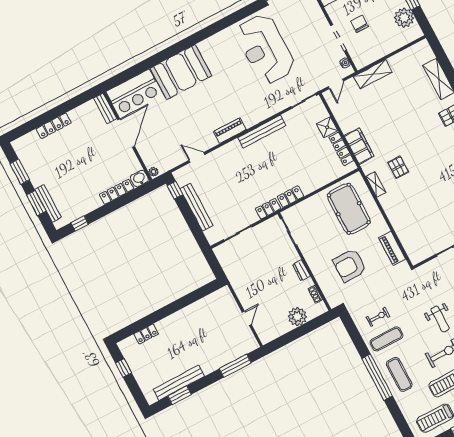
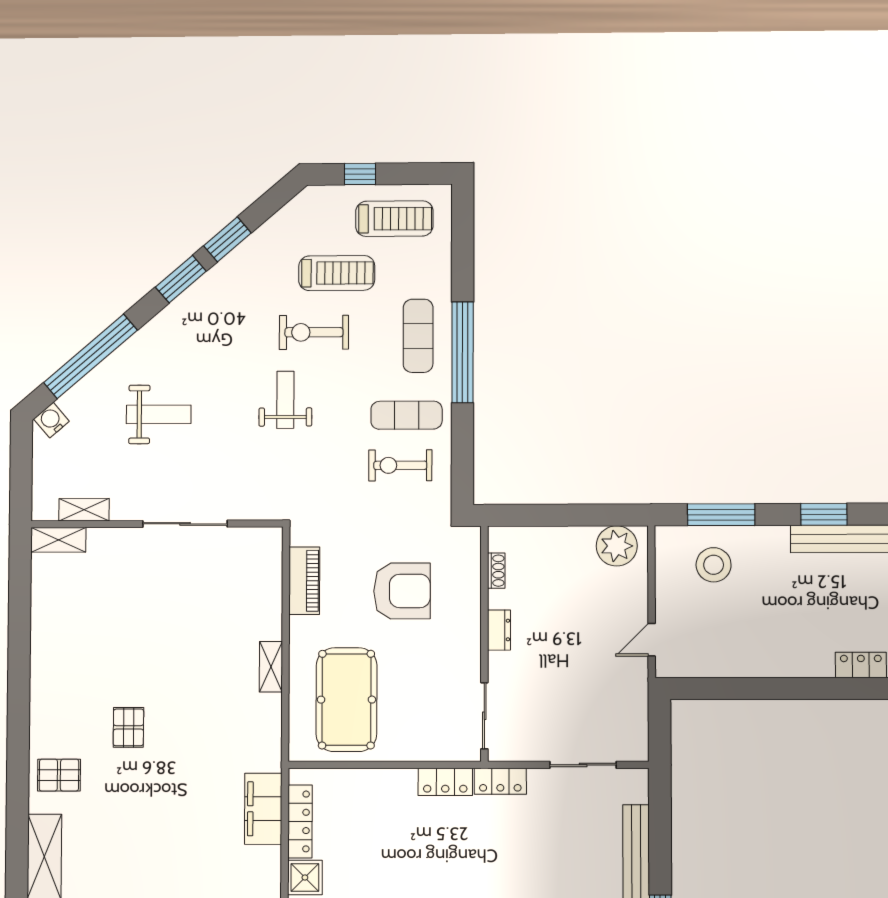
pallet: (398, 167) -> (128, 727), moved
shelving: (376, 184) -> (271, 667), moved
plant: (297, 317) -> (617, 546), moved
exercise bike: (378, 317) -> (400, 465), width x1.38, depth x1.39
door: (247, 318) -> (652, 640), moved
stool: (228, 343) -> (714, 565), added
window: (179, 395) -> (824, 514), moved

